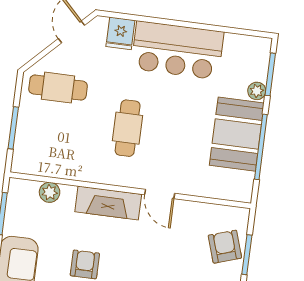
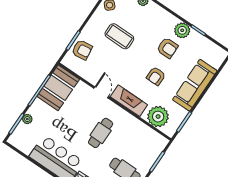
booth: (237, 134) -> (58, 88), moved
plant: (50, 192) -> (158, 117), width x1.87, depth x1.87
armchair: (225, 247) -> (82, 50), turned -79

